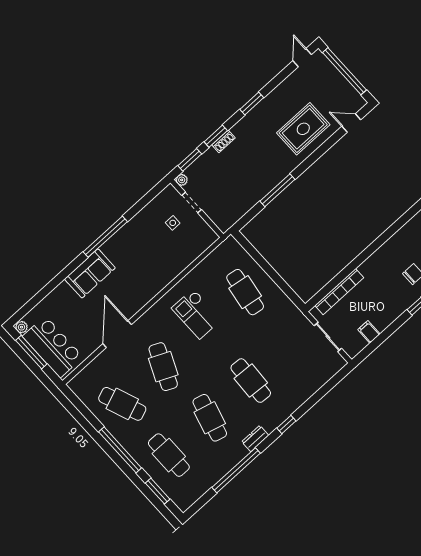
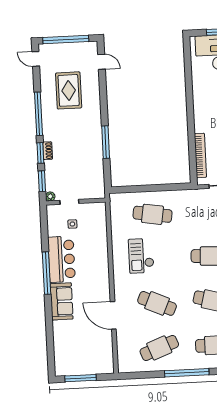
window: (252, 103) -> (38, 114), width x2.11
door: (351, 123) -> (102, 62), swing flipped
rug: (303, 129) -> (69, 90), moved
checkout: (196, 314) -> (141, 256), turned 90
plant: (22, 327) -> (60, 371), removed
bar counter: (53, 347) -> (62, 259), moved, turned 90

